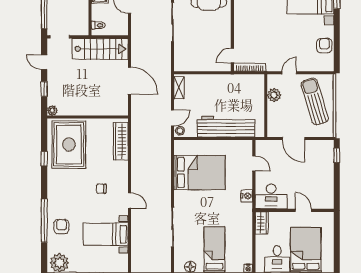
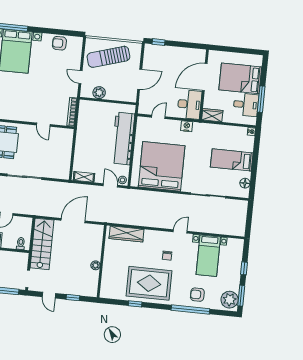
door: (232, 56) -> (43, 125), moved
door: (44, 62) -> (49, 295), hinge flipped
plant: (52, 111) -> (95, 265), moved
rug: (69, 144) -> (149, 283), moved
bed: (199, 173) -> (162, 166), width x1.36
door: (303, 210) -> (205, 77), width x1.88

